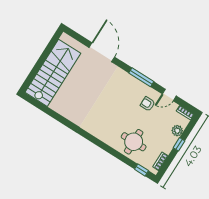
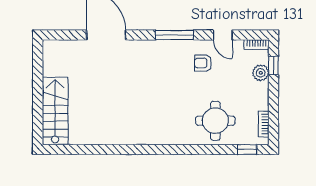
stairs: (53, 73) -> (55, 111), width x0.73, depth x0.66
door: (169, 95) -> (223, 35), hinge flipped
window: (179, 144) -> (273, 65), moved

